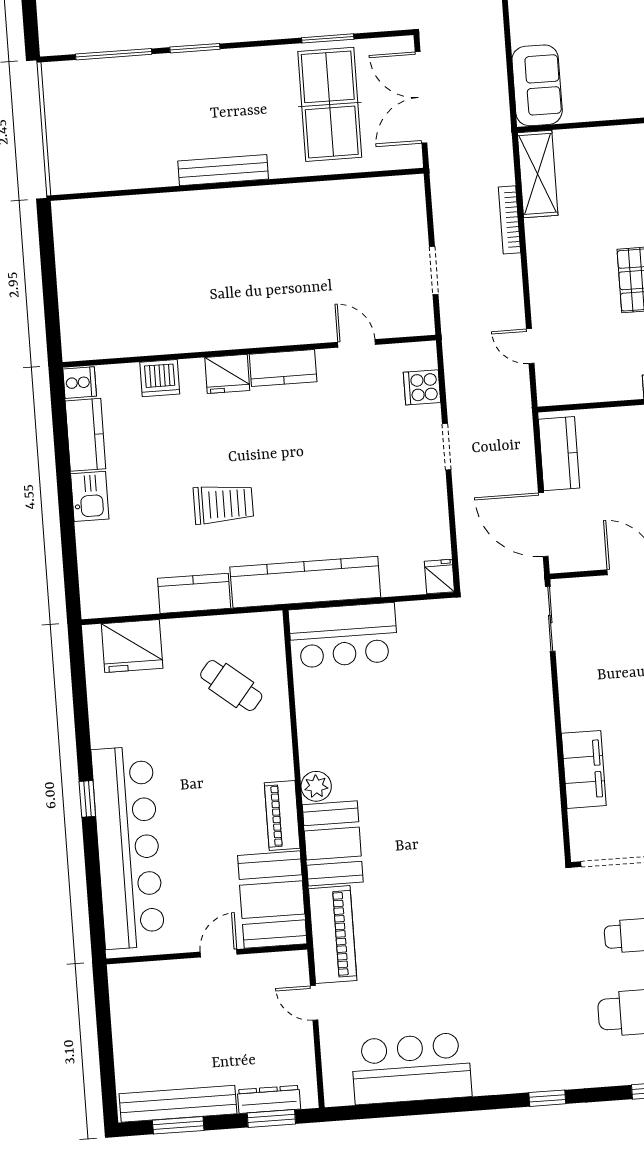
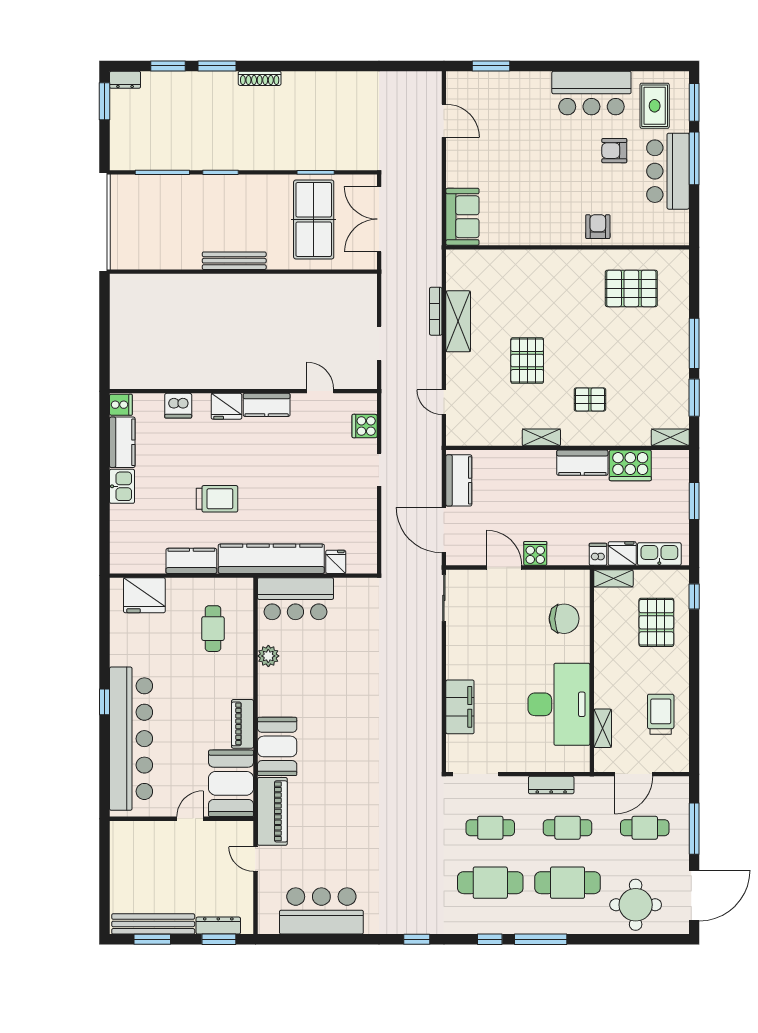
shelving: (538, 174) -> (458, 321), moved
fridge: (439, 577) -> (336, 562), moved
cafe table: (231, 686) -> (213, 629), turned 51
plant: (316, 786) -> (268, 656), moved

